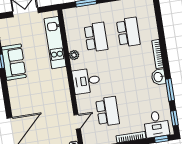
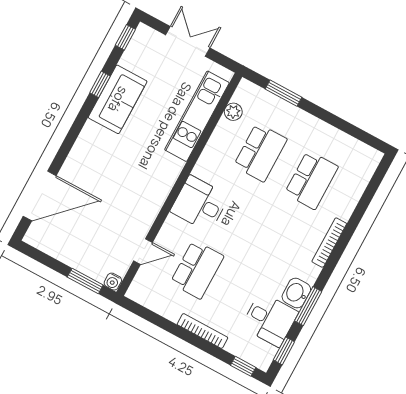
plant: (74, 55) -> (233, 112), moved
washbasin: (158, 77) -> (296, 293), moved
desk: (156, 124) -> (270, 319), moved, turned -90

